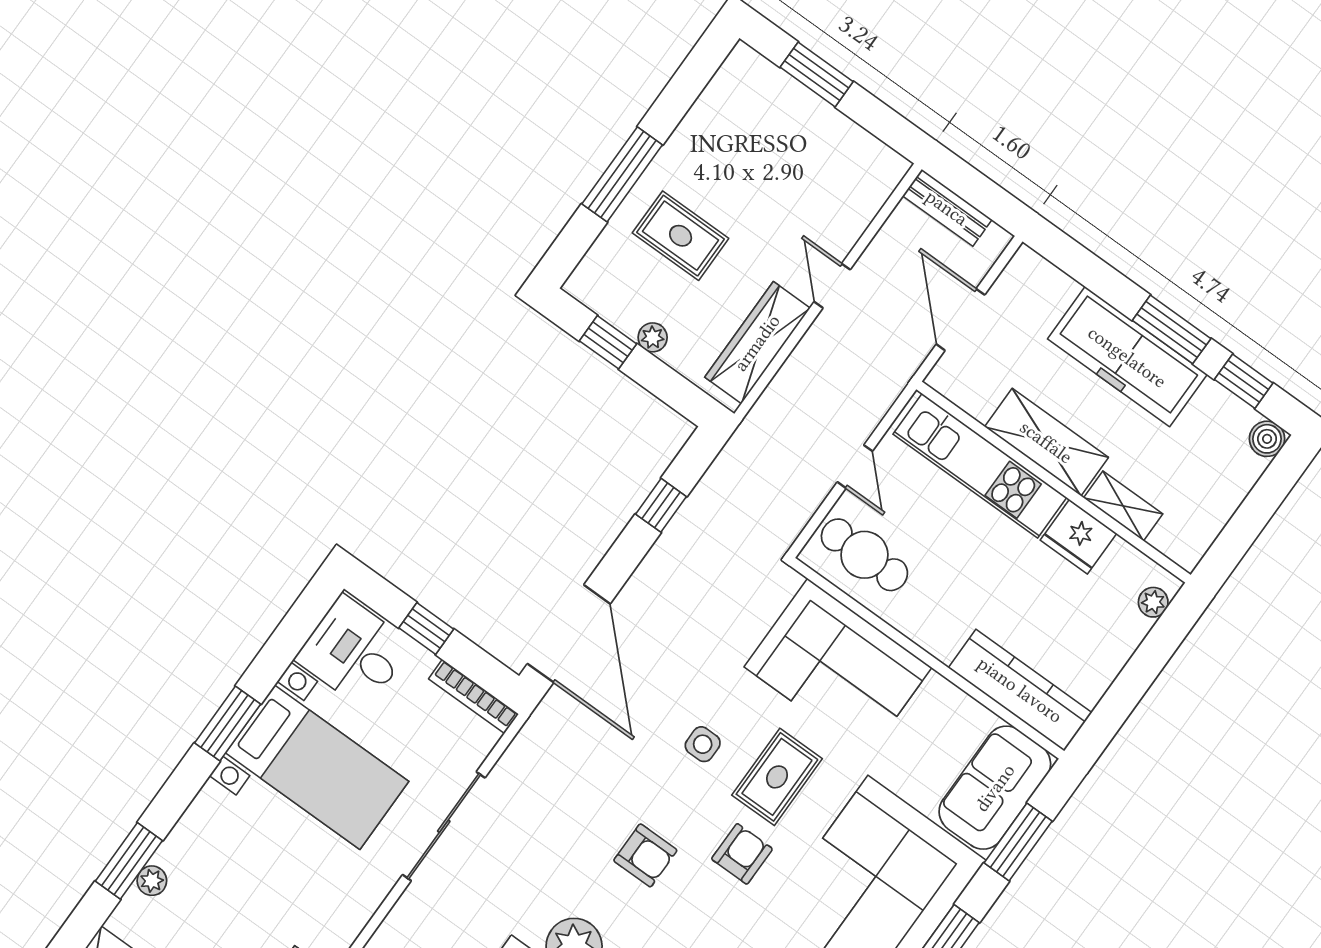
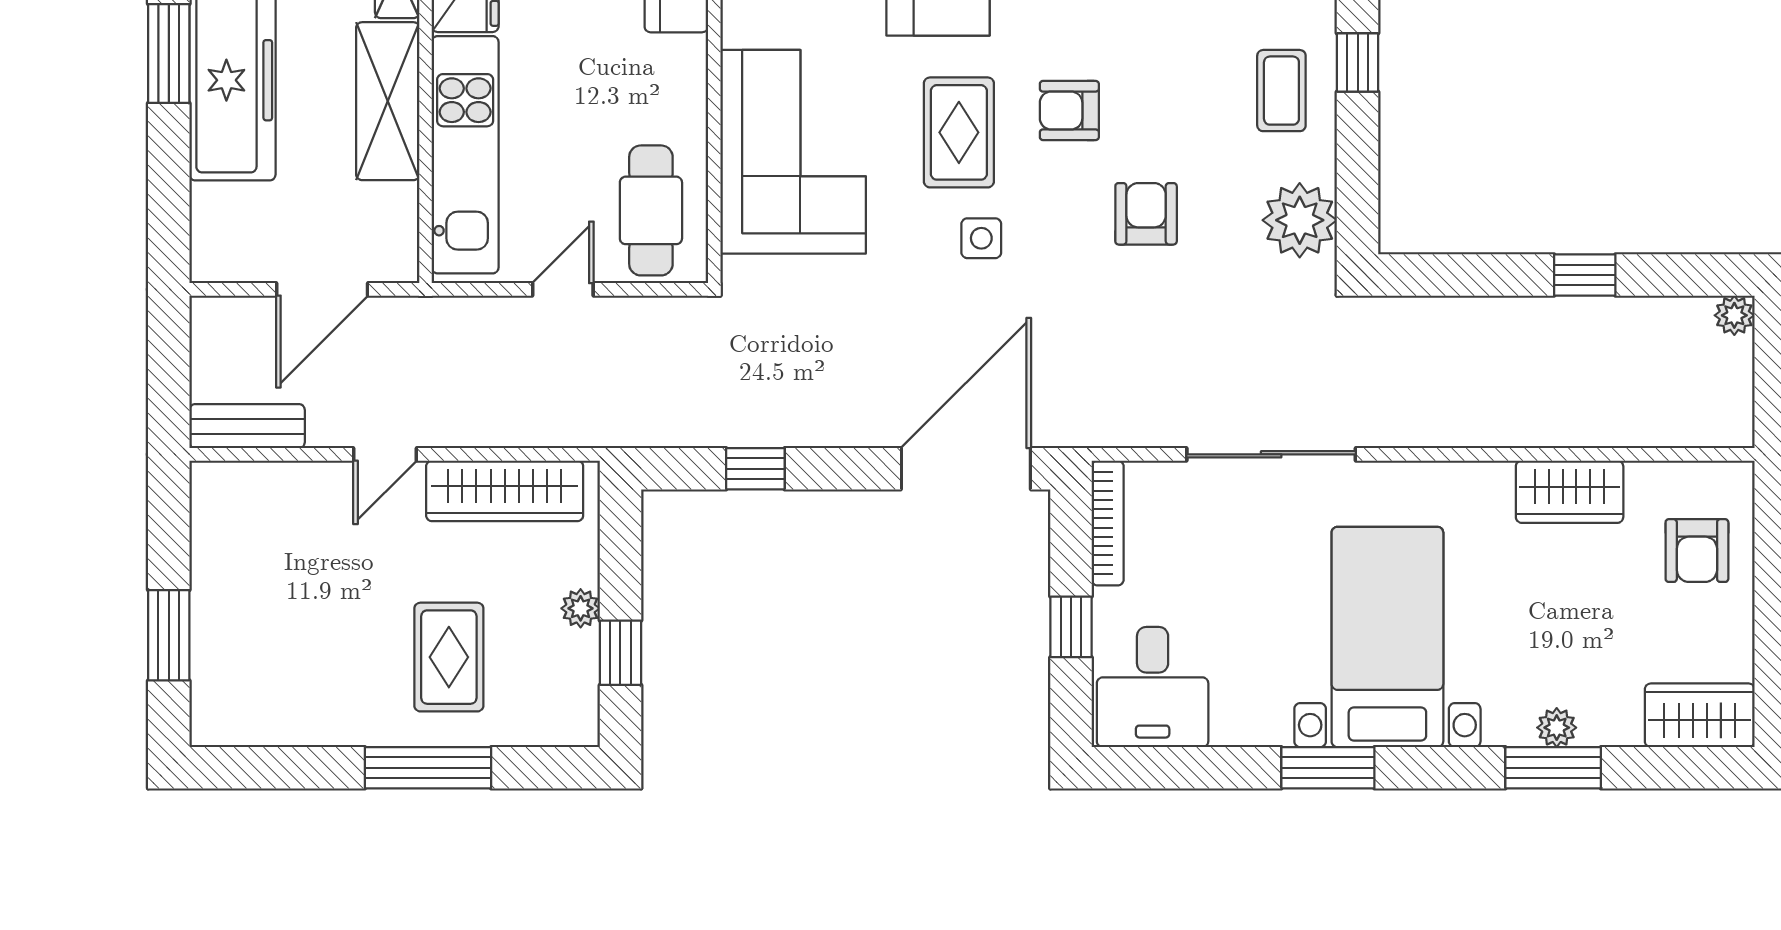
bench: (947, 208) -> (247, 426), moved, turned 90
bed with nightstands: (317, 767) -> (1387, 637), moved
rug: (777, 777) -> (959, 132), turned 90

